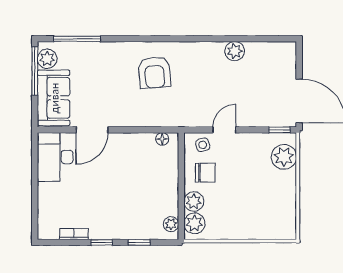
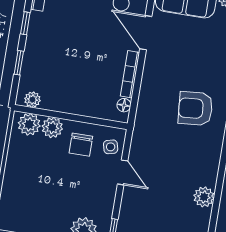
bookcase: (133, 138) -> (130, 74), added

